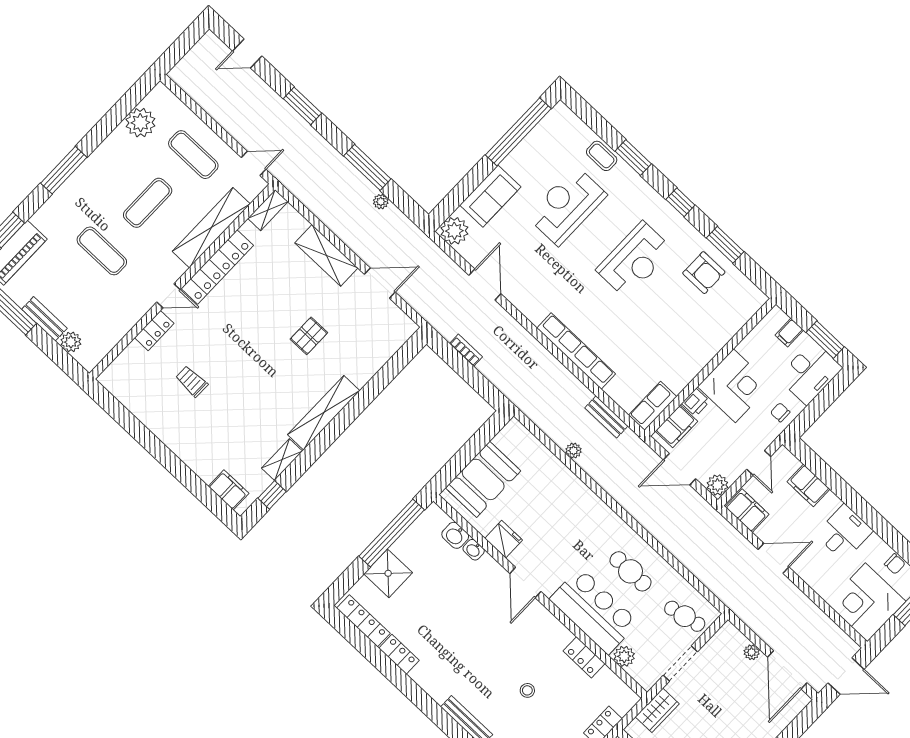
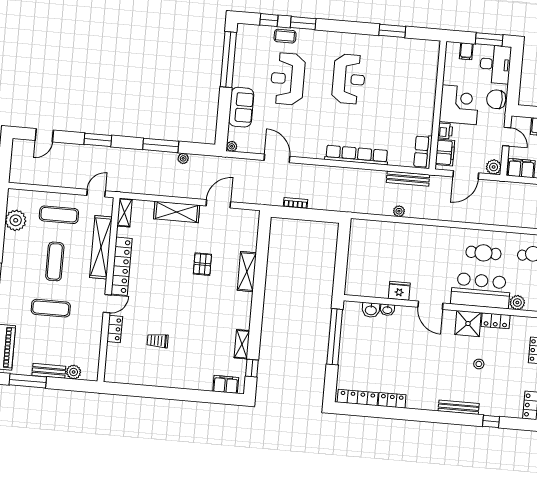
window: (680, 202) -> (269, 20), moved
plant: (454, 231) -> (232, 146), width x0.53, depth x0.53
armchair: (704, 273) -> (393, 56), removed
chair: (780, 412) -> (496, 99), width x1.87, depth x1.87
shelving: (324, 413) -> (247, 272), moved, width x0.68
bench: (606, 417) -> (408, 179), width x1.36
booth: (483, 479) -> (362, 267), removed
shower: (388, 573) -> (468, 324), moved

